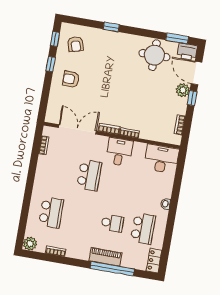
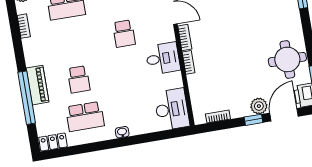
school desk: (89, 175) -> (124, 34), width x0.54

